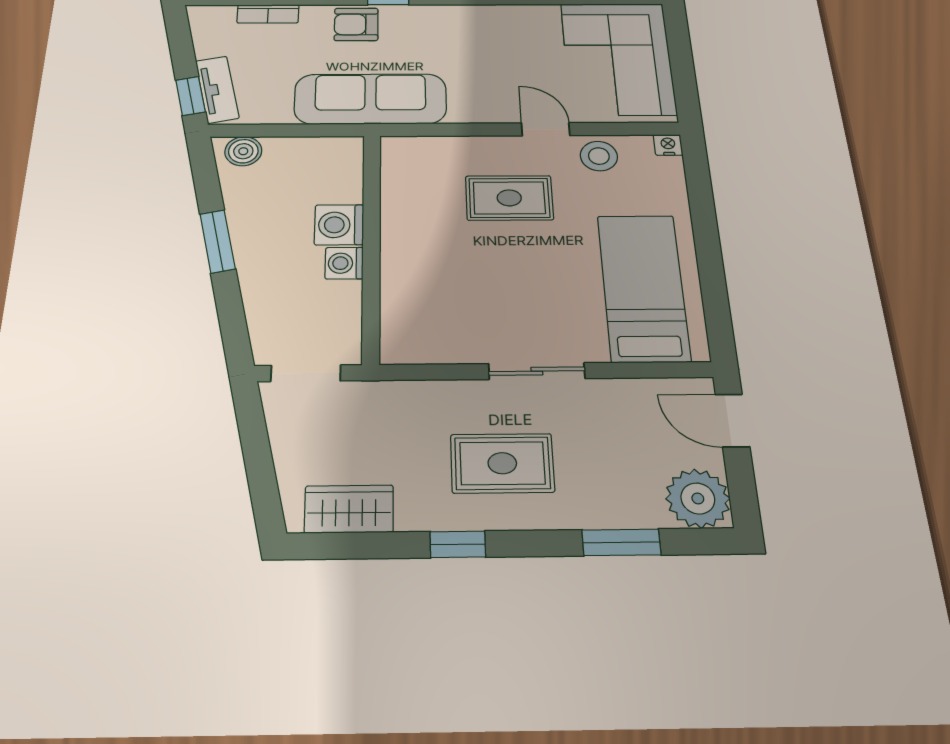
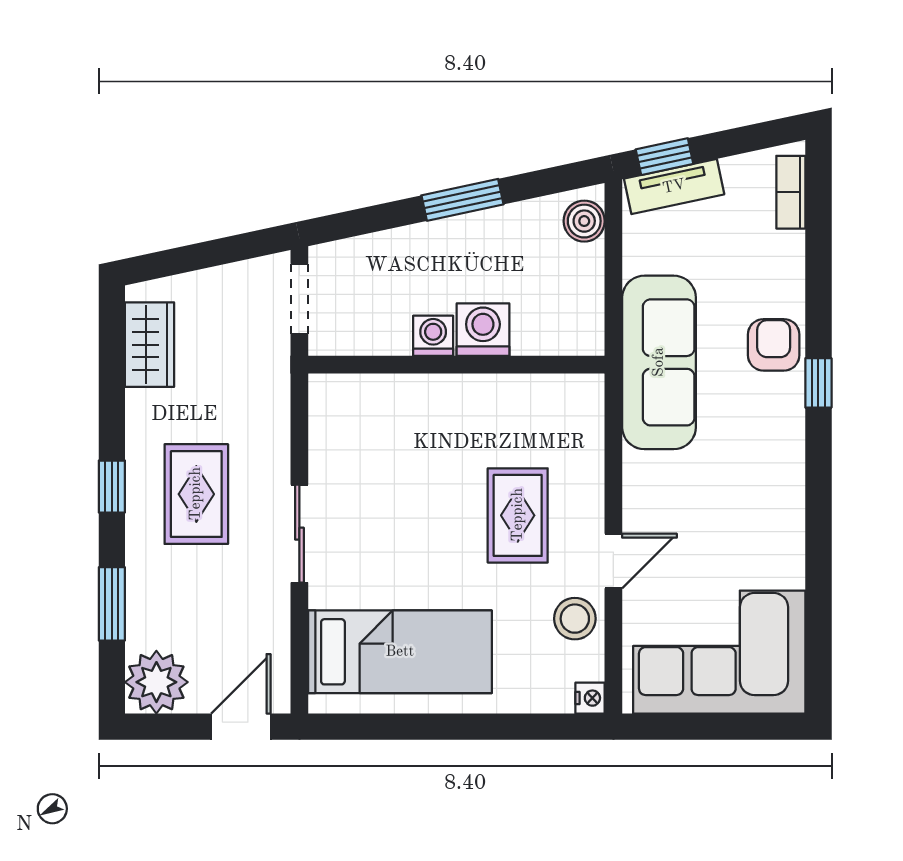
bookcase: (268, 14) -> (791, 192), moved
window: (458, 544) -> (112, 487), moved

